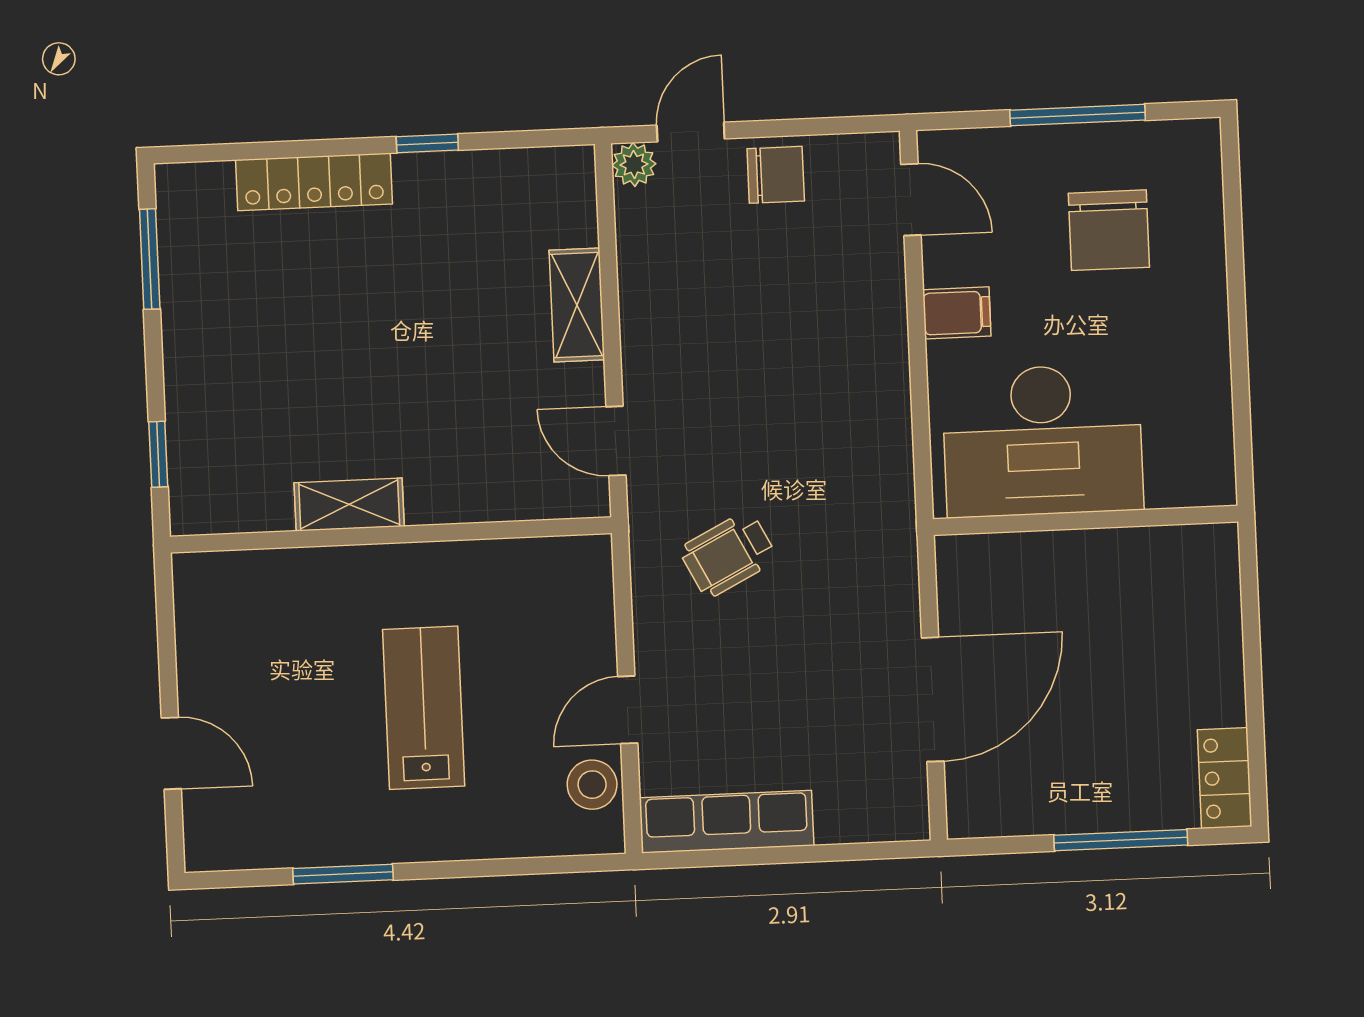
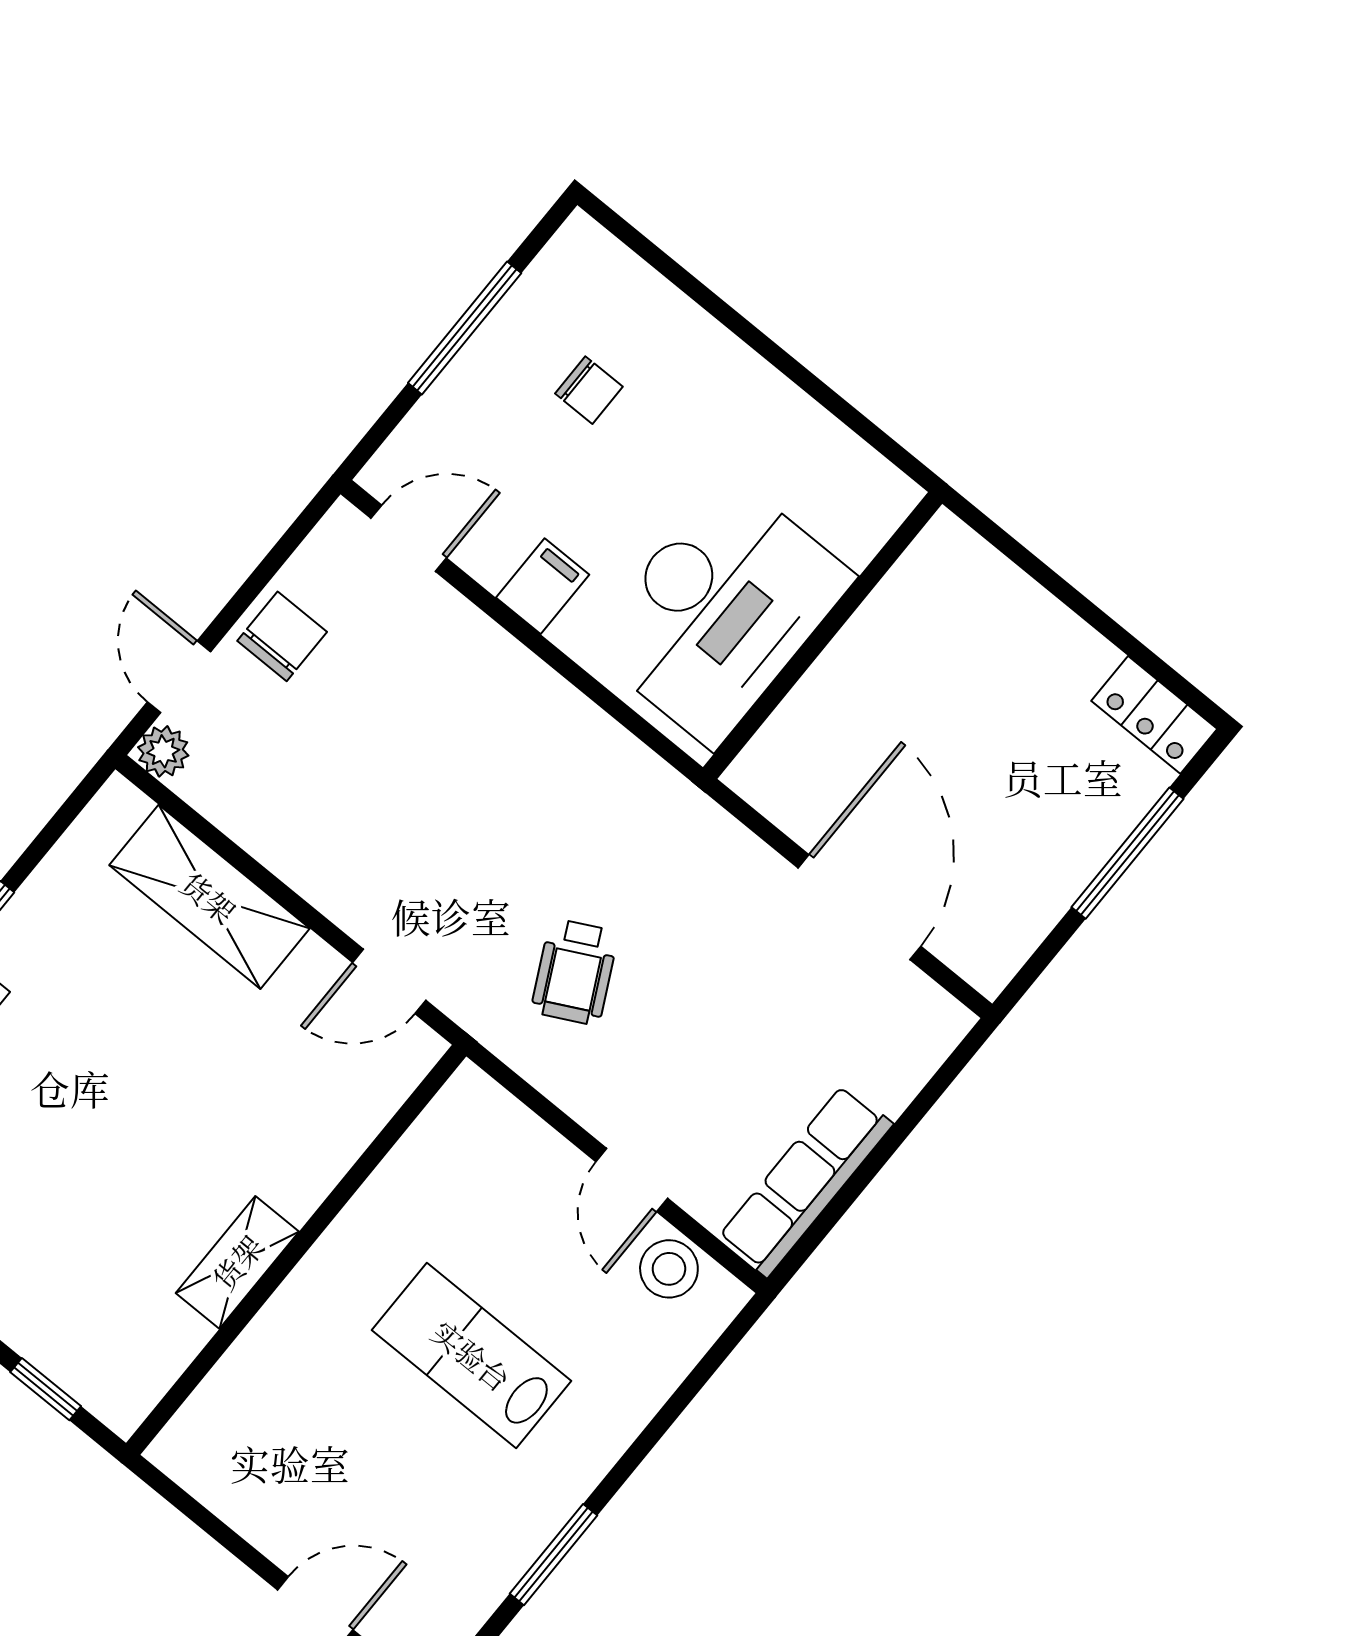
chair: (1109, 230) -> (589, 390), width x0.54, depth x0.54
shelving: (577, 305) -> (209, 897), width x1.50, depth x1.33

